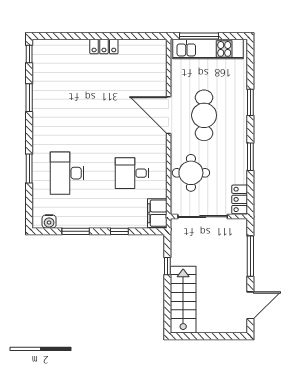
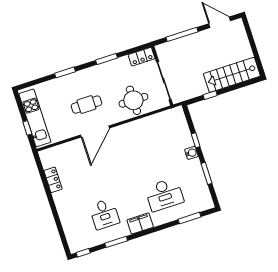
window: (199, 36) -> (27, 128), width x0.46
locker: (104, 47) -> (53, 180), moved
cafe table: (204, 115) -> (86, 105), width x0.73, depth x0.74
window: (29, 169) -> (190, 218), moved
desk: (132, 173) -> (104, 214), moved
filing cabinet: (157, 213) -> (140, 223), moved, turned 180
water cooler: (49, 221) -> (191, 153), moved

